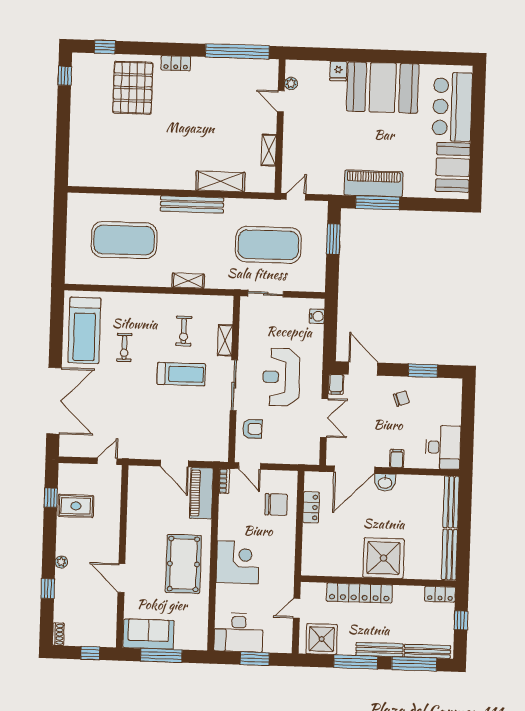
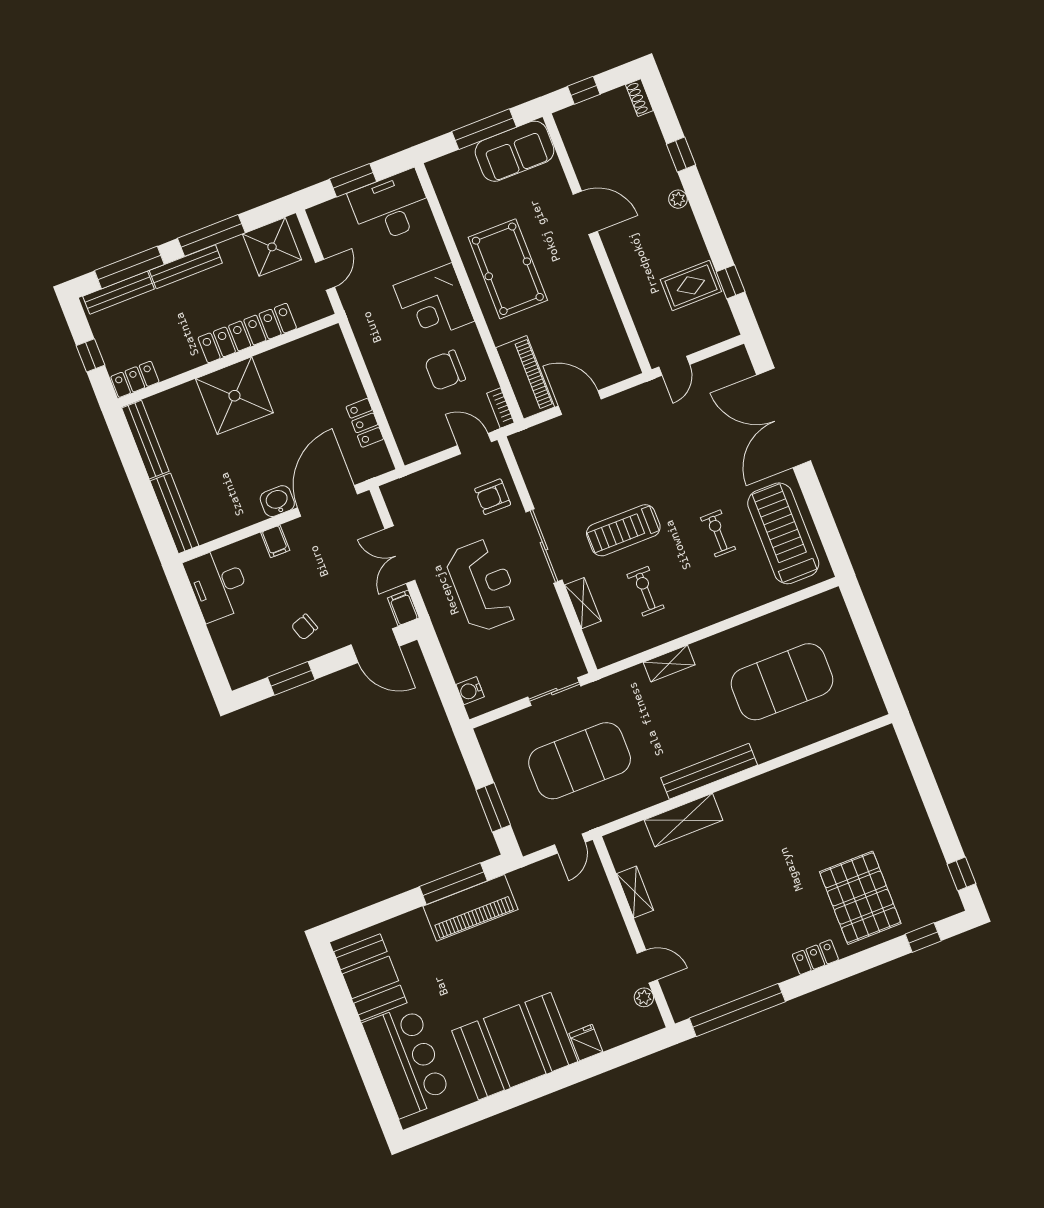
chair: (276, 505) -> (445, 370), moved

